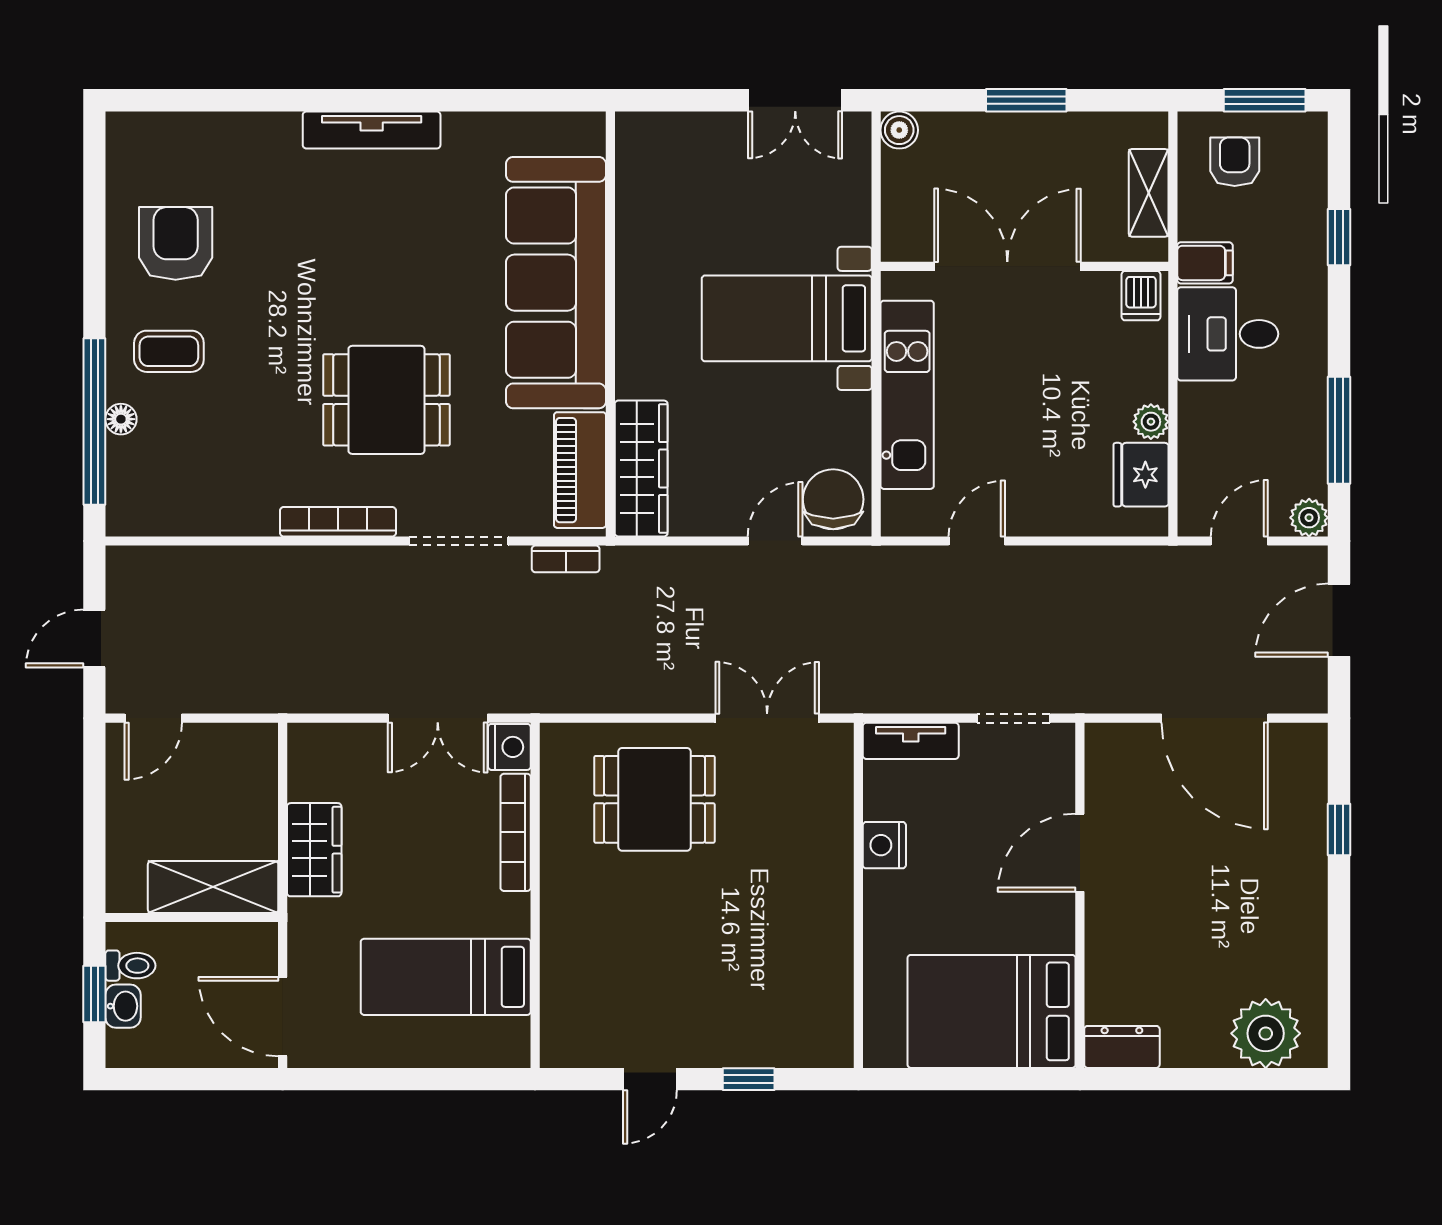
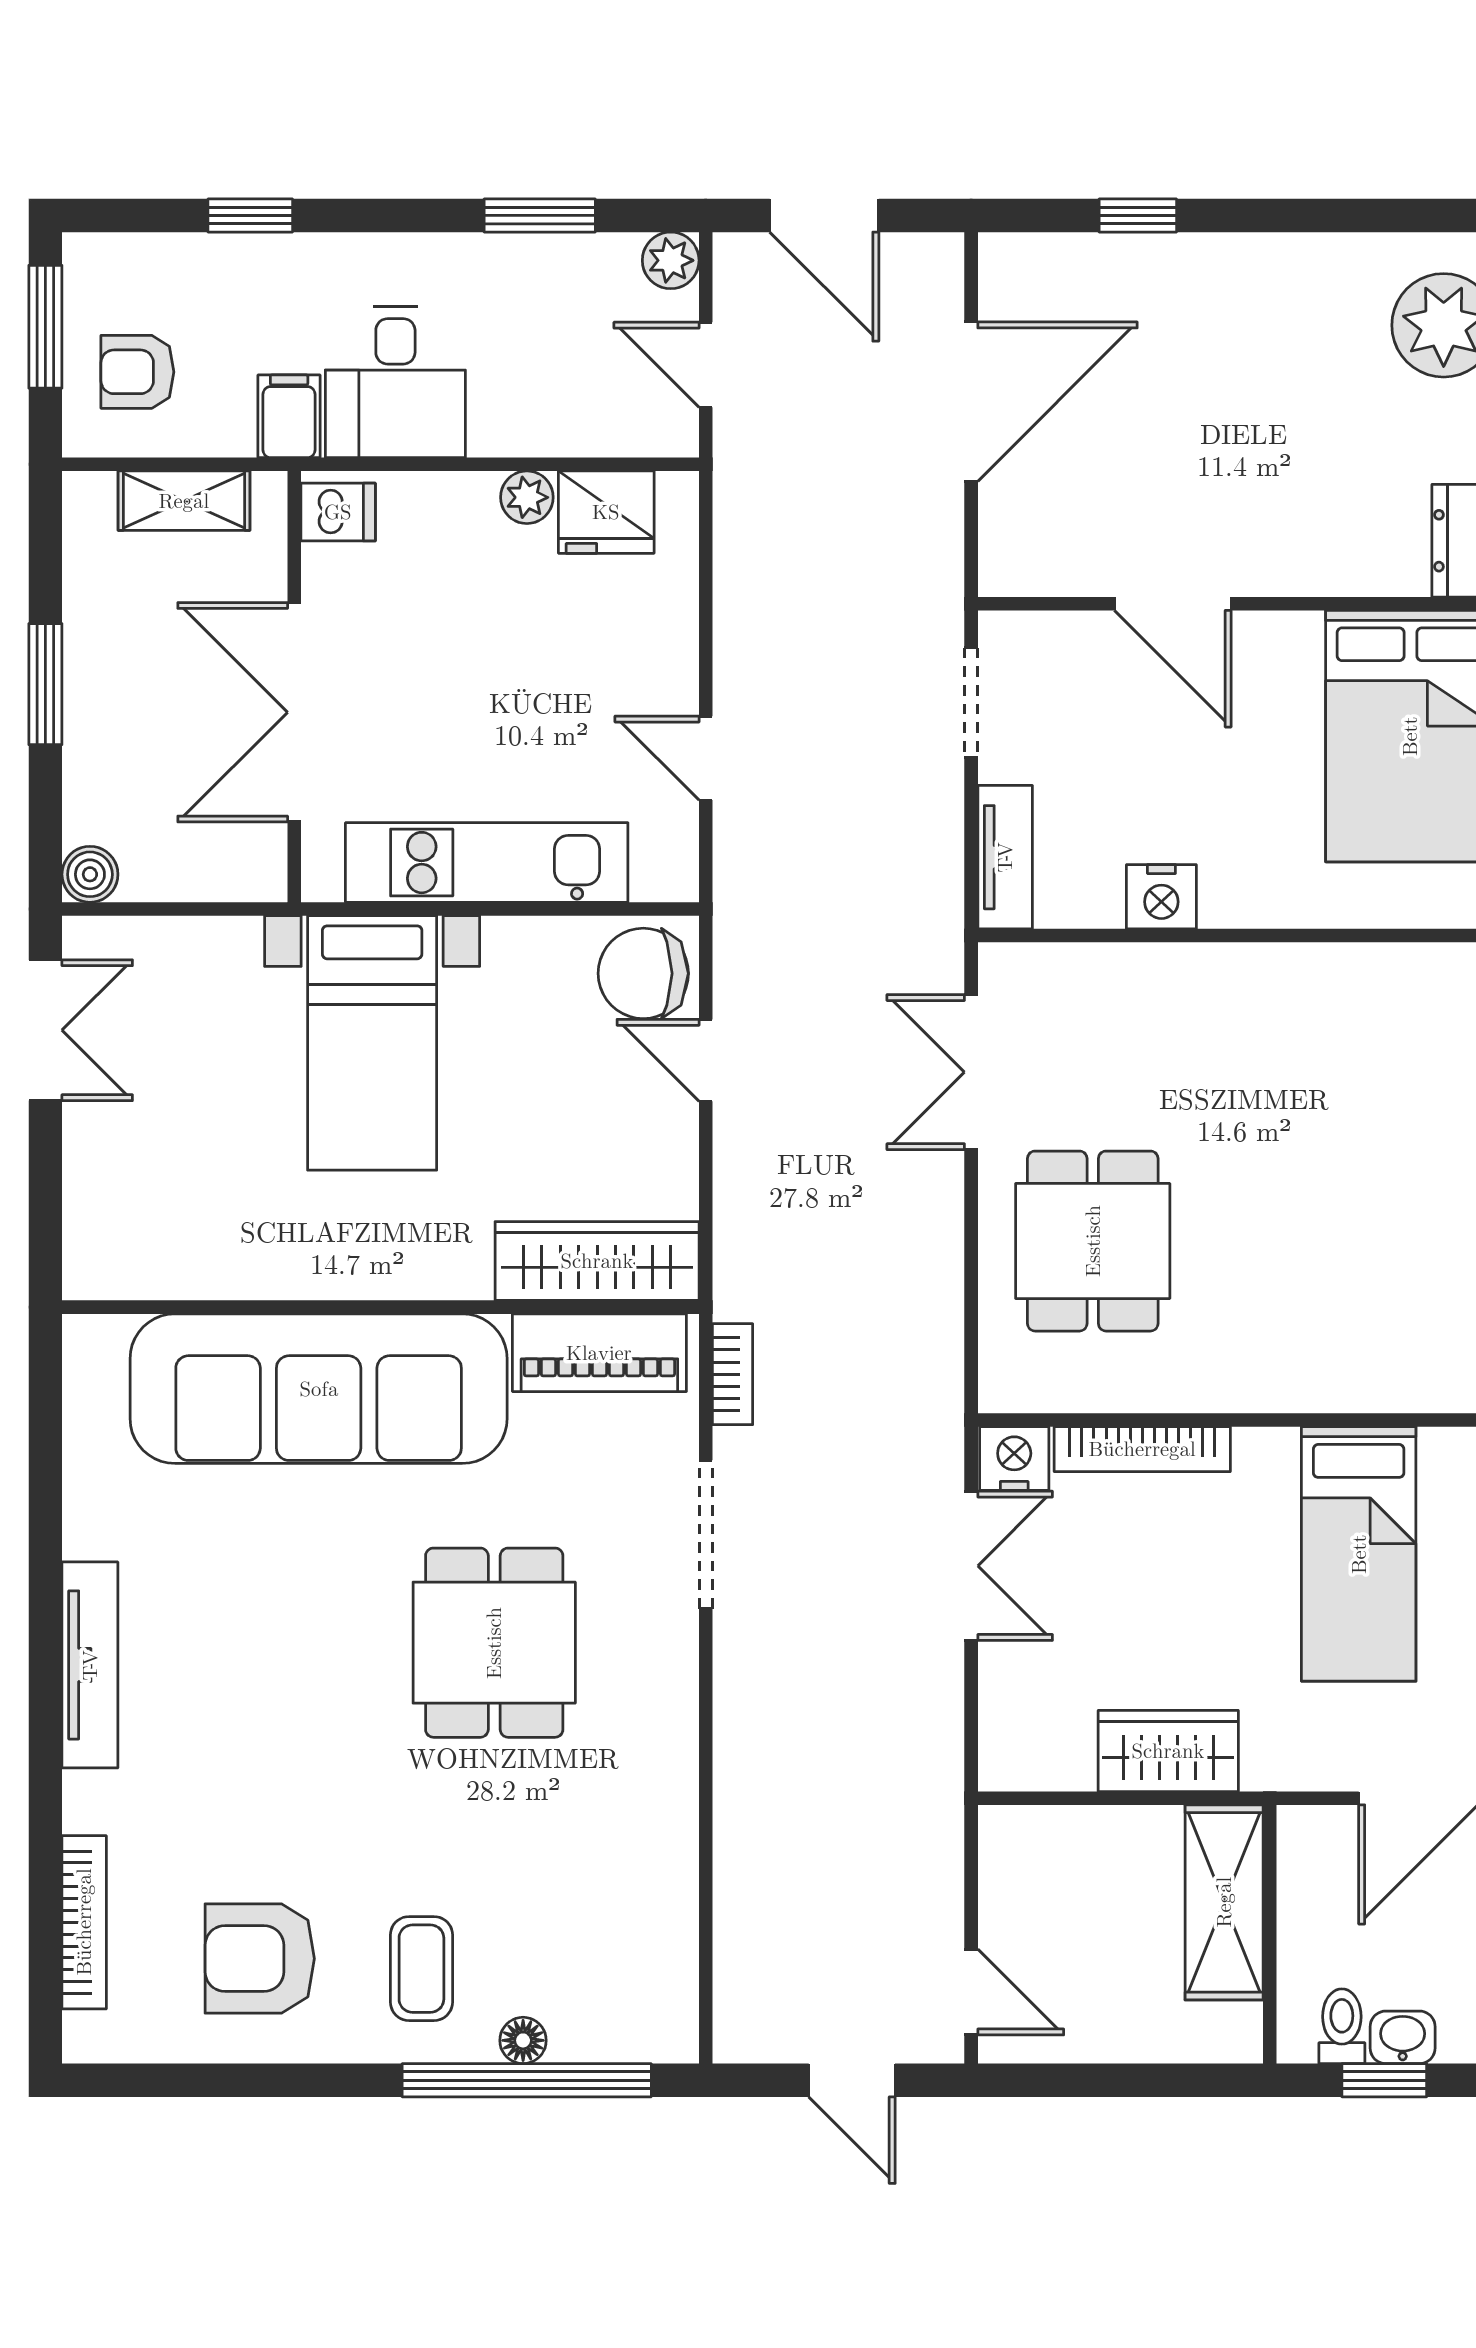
window: (1339, 430) -> (540, 215), width x0.69
bookcase: (338, 522) -> (84, 1922), moved, turned 180

